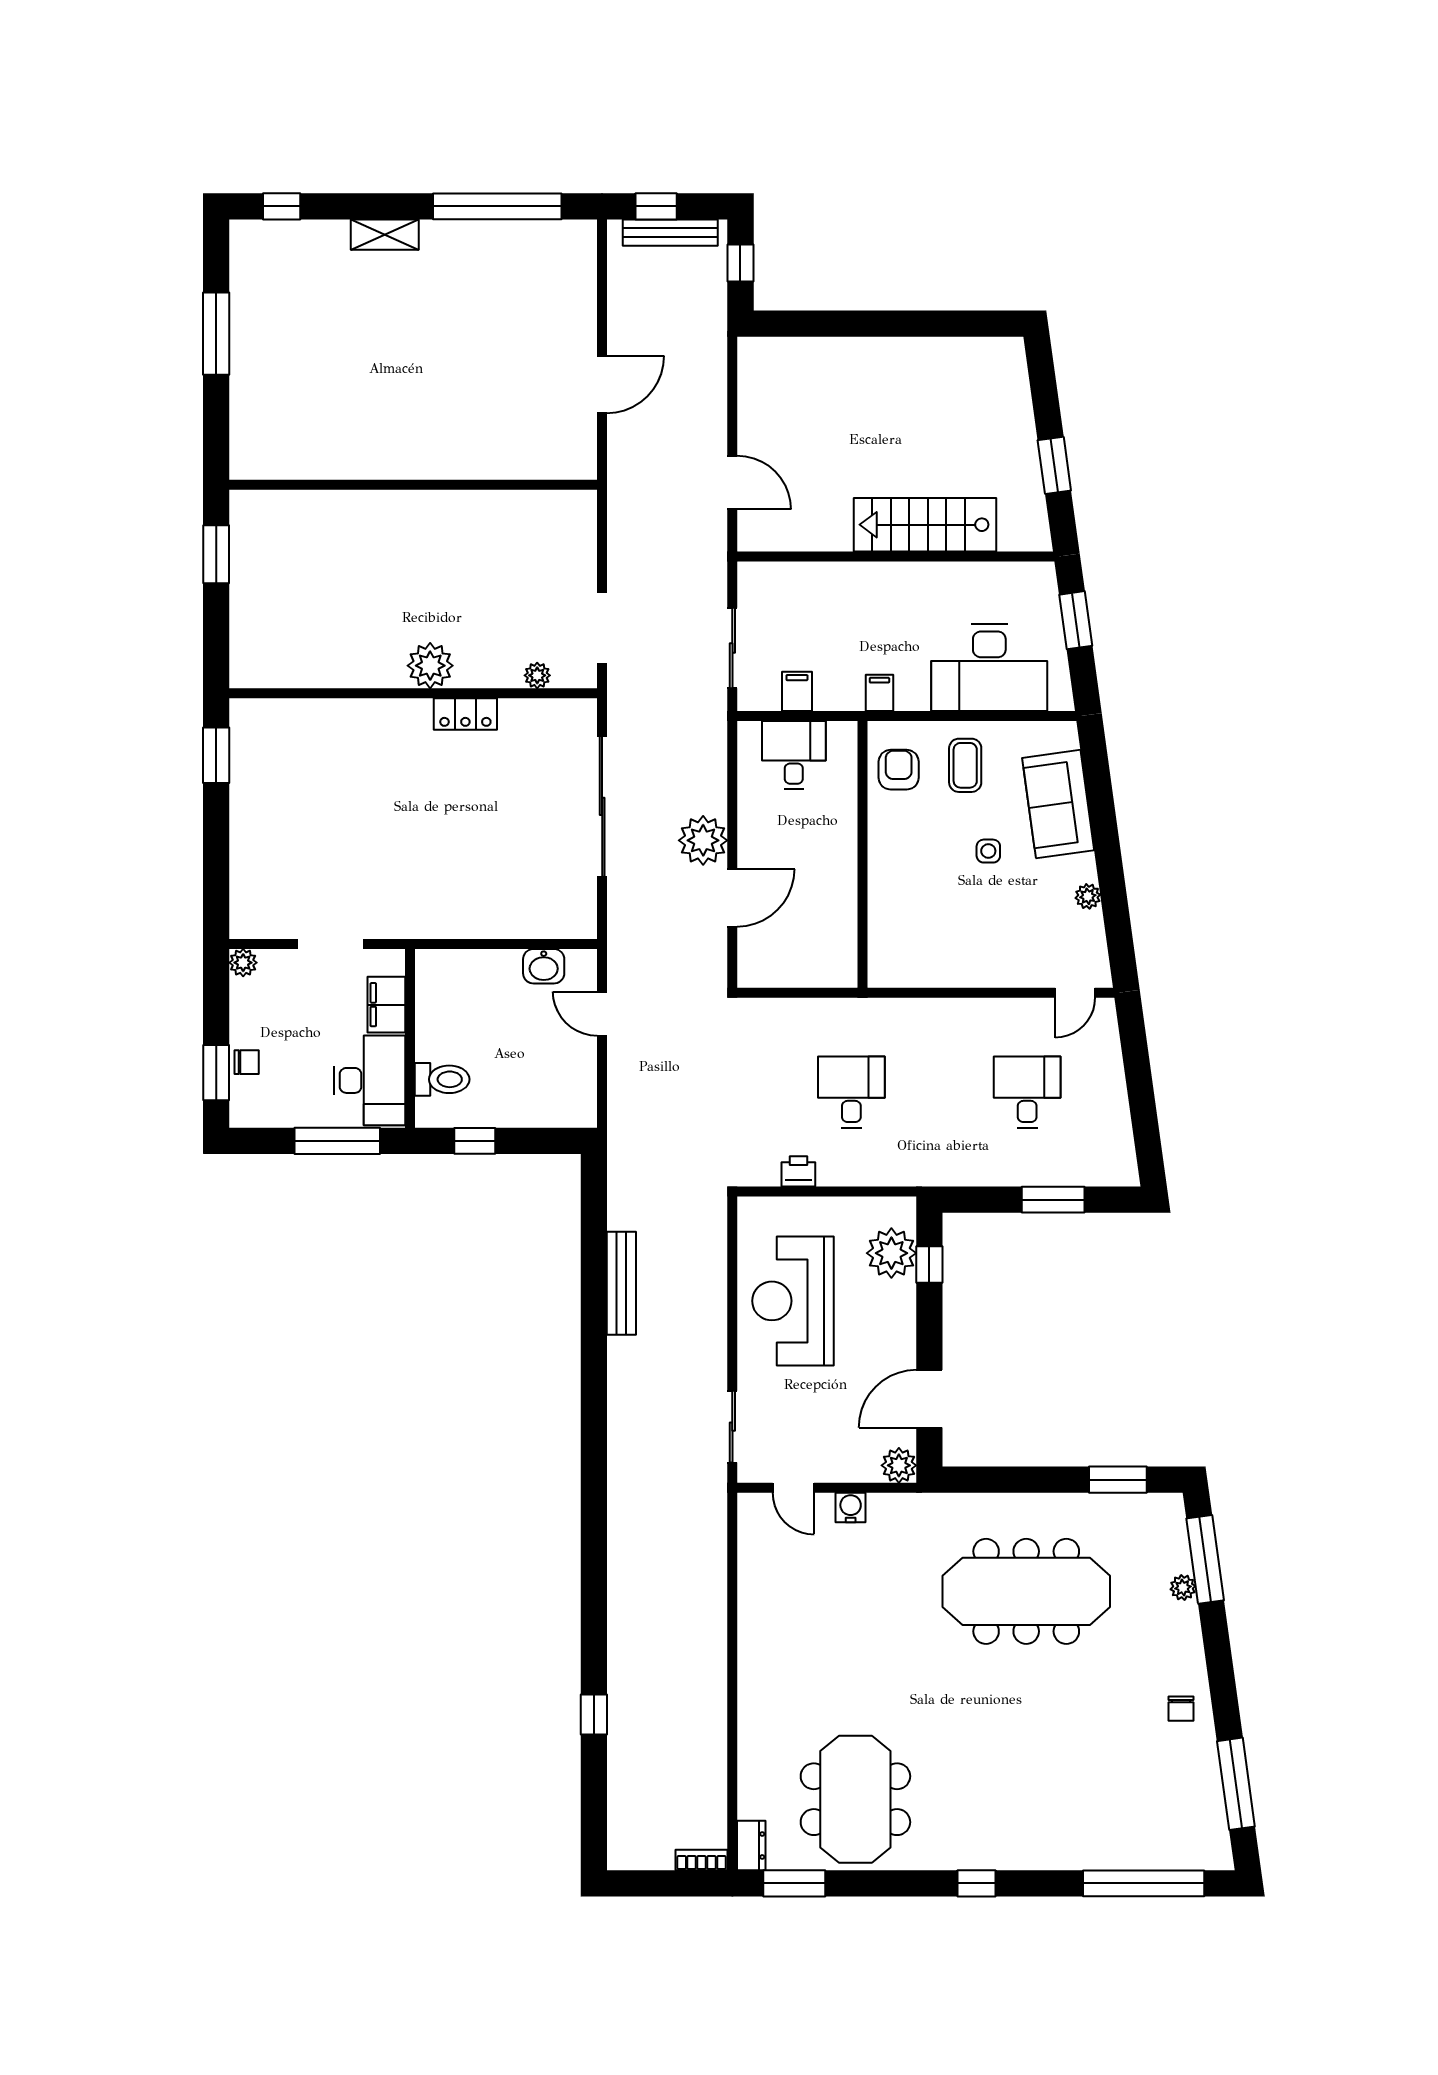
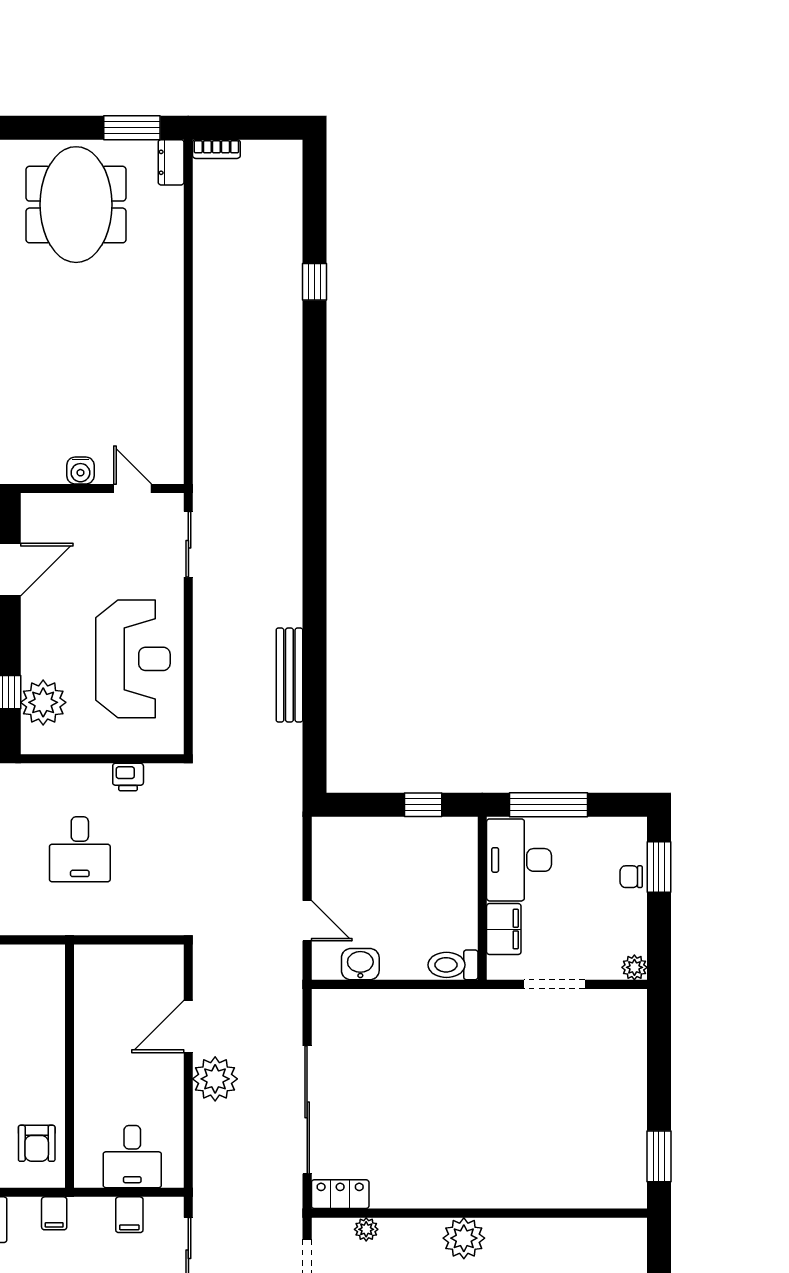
locker: (465, 714) -> (340, 1194), moved
toilet: (442, 1079) -> (453, 965), moved
plant: (899, 1465) -> (36, 509), removed

